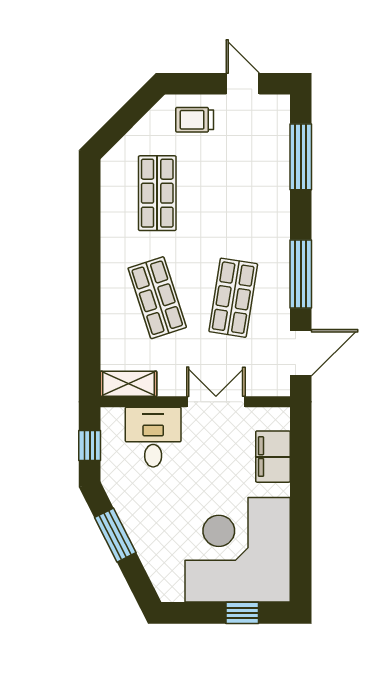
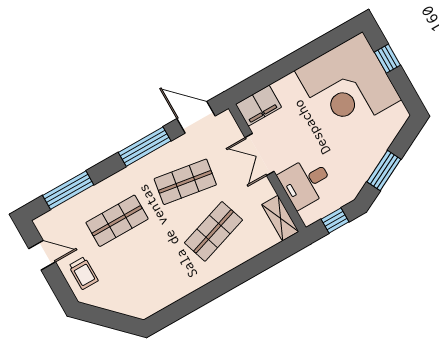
door: (243, 84) -> (42, 255), swing flipped
shop shelf: (157, 193) -> (117, 221), moved
filing cabinet: (273, 457) -> (259, 106), moved

